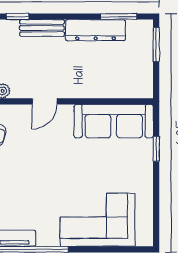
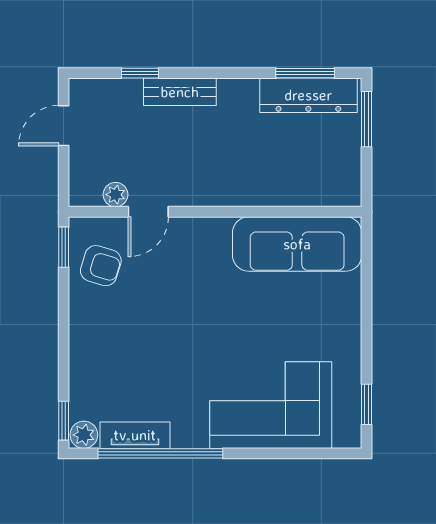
dresser: (96, 30) -> (308, 95), moved
door: (44, 101) -> (148, 212), moved
window: (156, 149) -> (367, 404), moved

